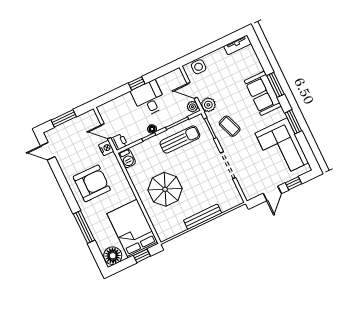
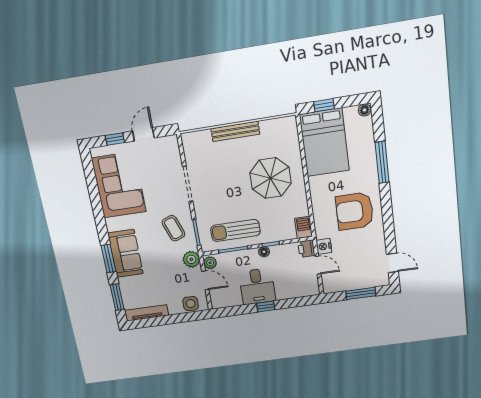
tv unit: (238, 45) -> (147, 313), width x1.41
window: (293, 122) -> (117, 297), moved
floor lamp: (113, 256) -> (365, 110), width x0.53, depth x0.53

